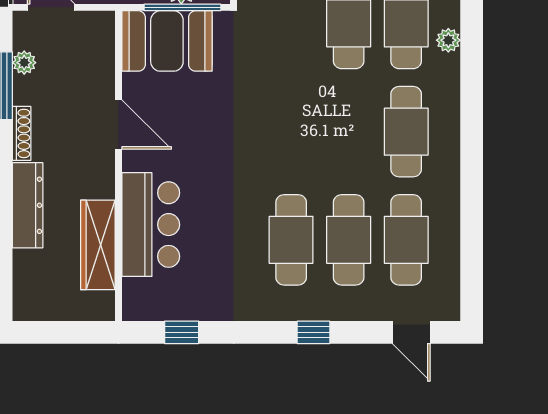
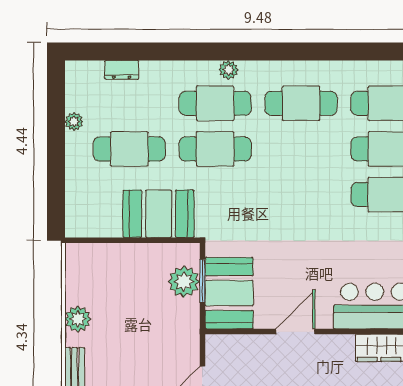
window: (182, 7) -> (202, 281), width x0.69

